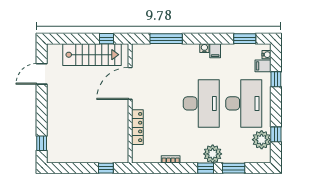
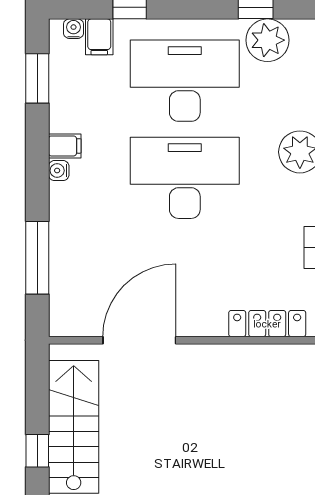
window: (106, 39) -> (37, 451), moved
door: (130, 83) -> (139, 340), swing flipped
locker: (137, 127) -> (267, 324), moved

